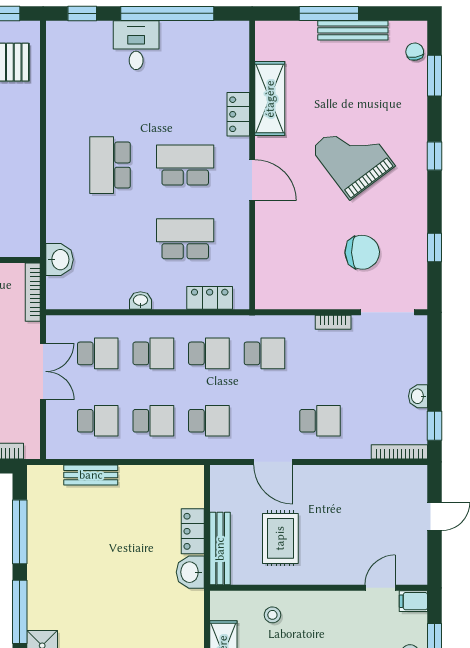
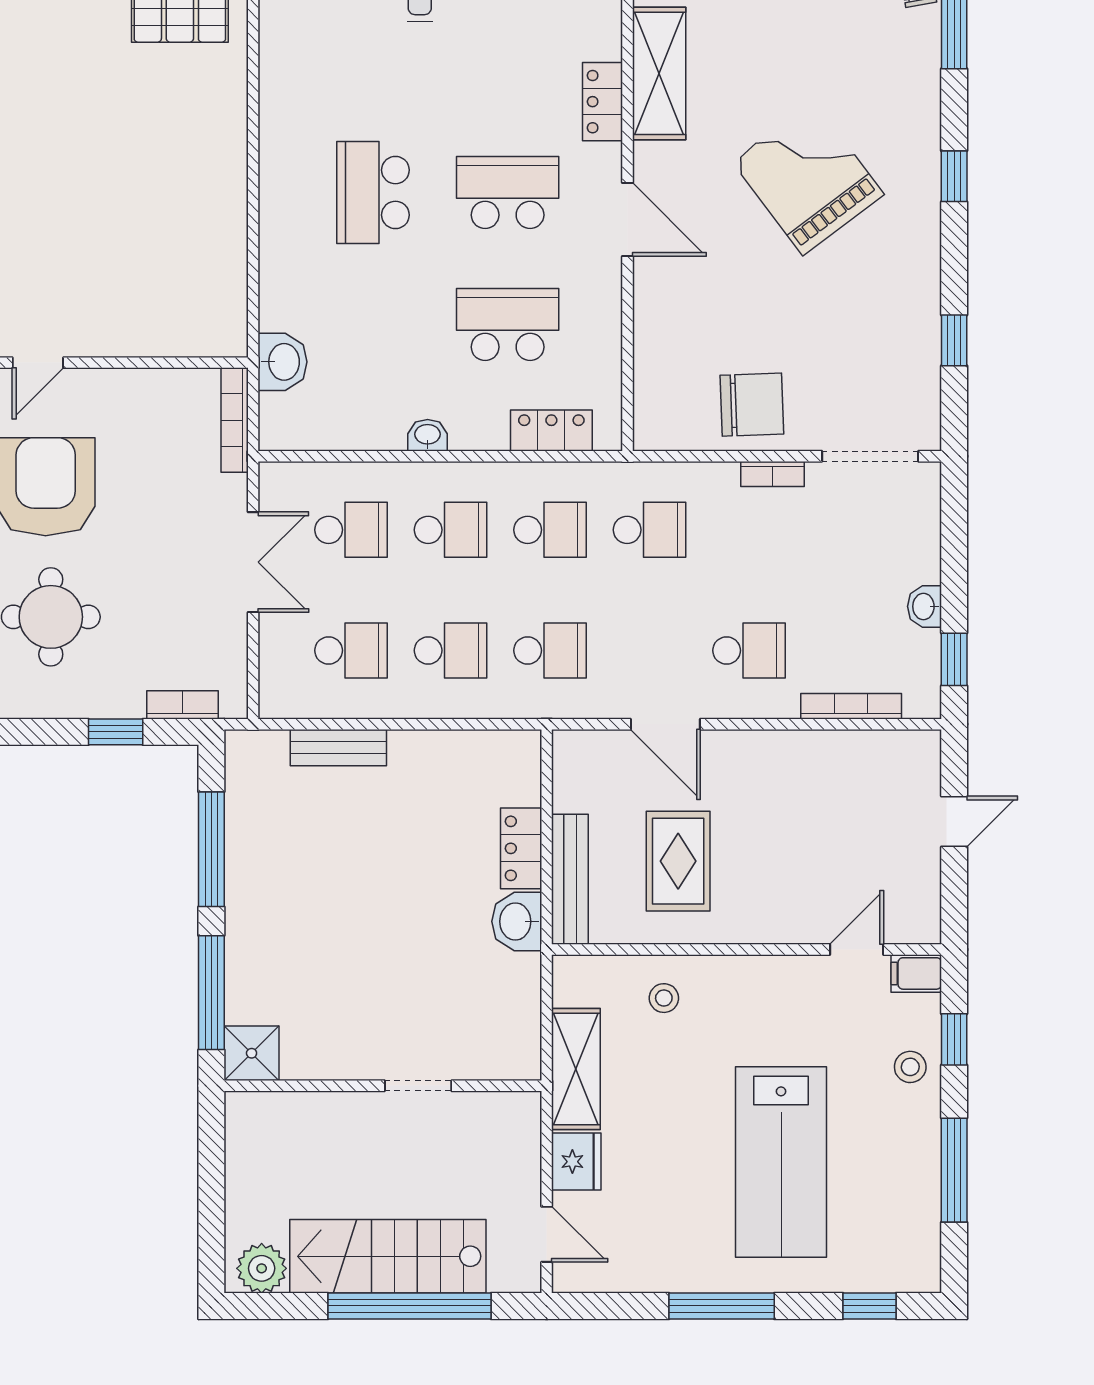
chair: (362, 252) -> (752, 405), moved
bookcase: (399, 452) -> (851, 706), moved

